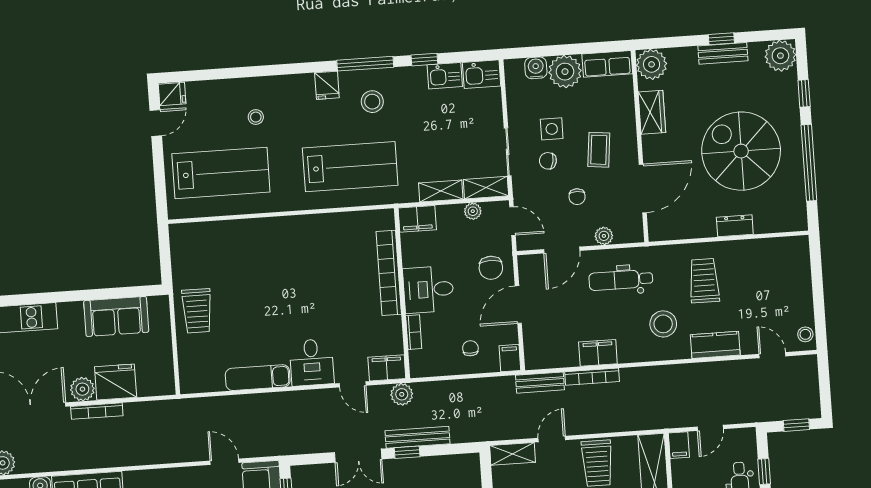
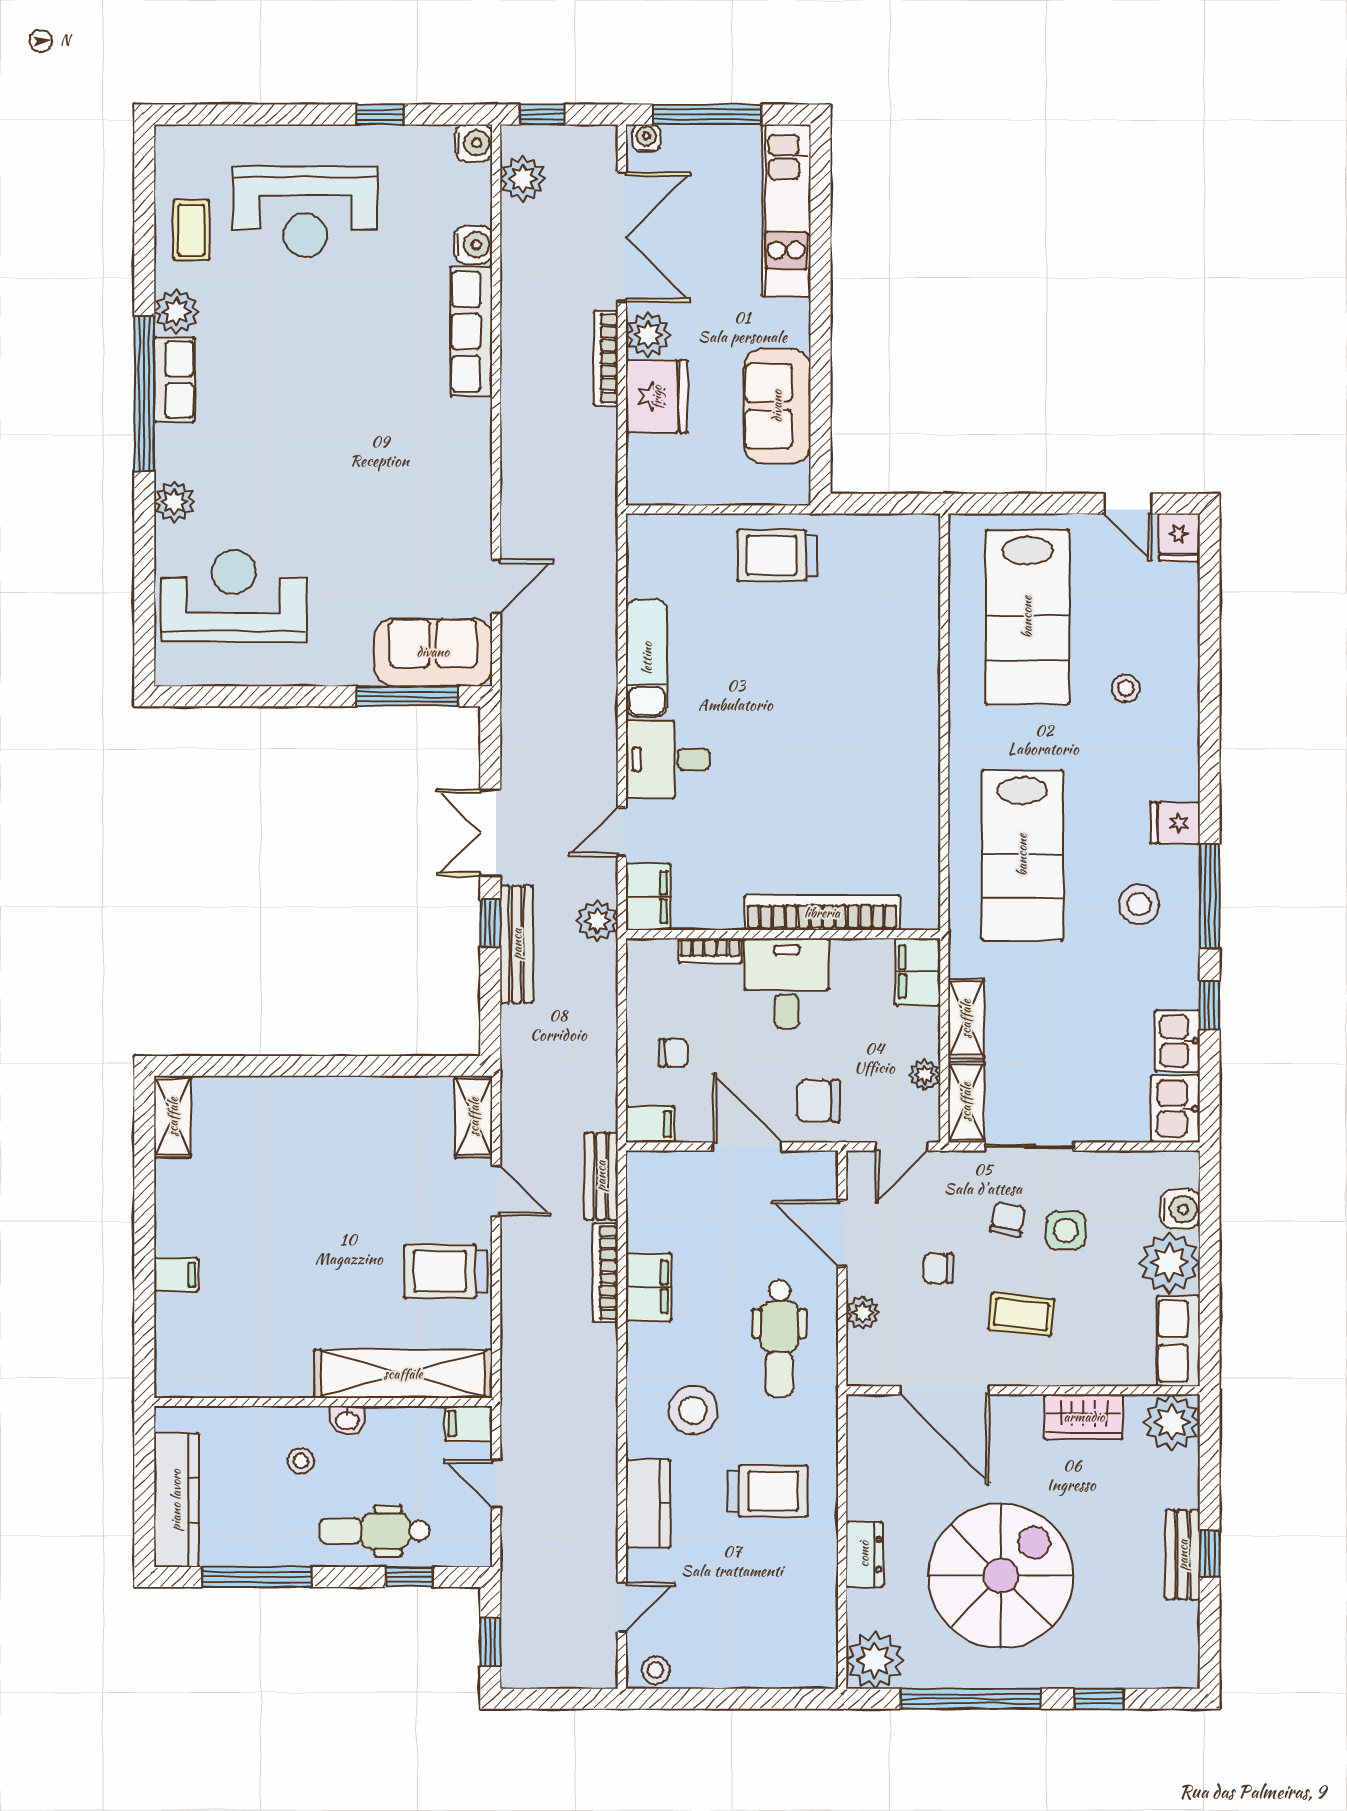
plant: (780, 56) -> (875, 1660), moved
dental chair: (621, 280) -> (779, 1338), turned 180

